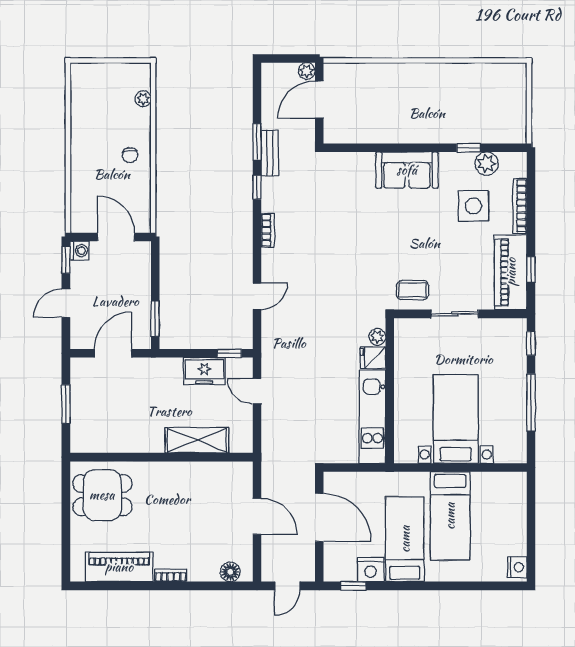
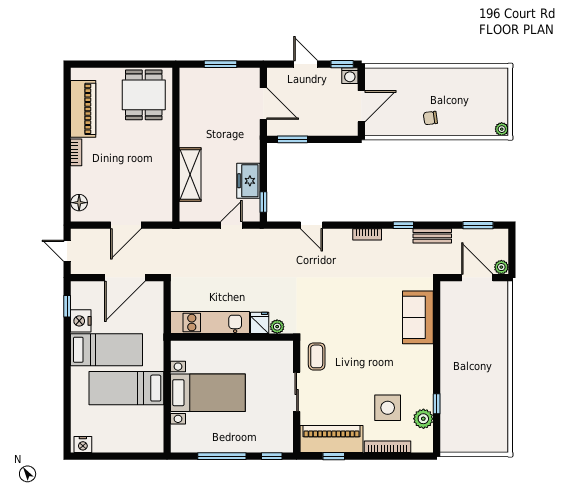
plant: (143, 99) -> (502, 129), moved
window: (257, 142) -> (478, 225), moved
sofa: (407, 170) -> (418, 317), moved

